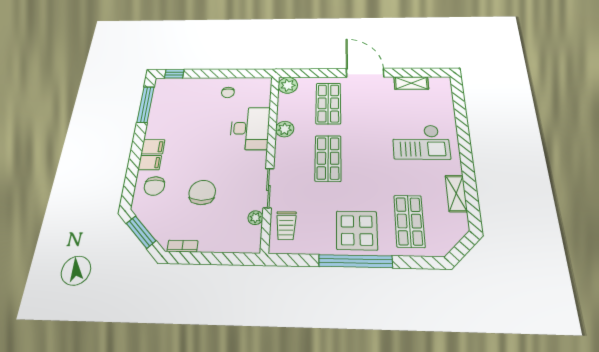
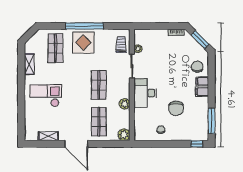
desk: (250, 128) -> (145, 93), moved
chair: (202, 192) -> (176, 108), moved

